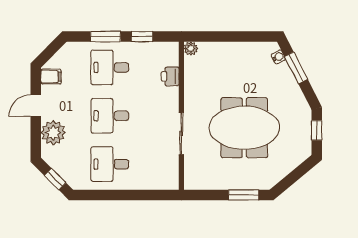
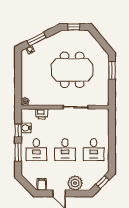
water cooler: (146, 50) -> (26, 128), added
meeting table: (244, 128) -> (72, 70), turned 90

